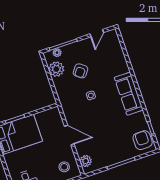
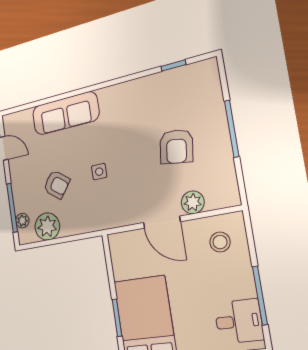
sofa: (129, 94) -> (65, 113), moved
door: (69, 135) -> (162, 222), swing flipped
armchair: (143, 140) -> (176, 147), moved, turned -82
plant: (86, 161) -> (193, 202), moved

